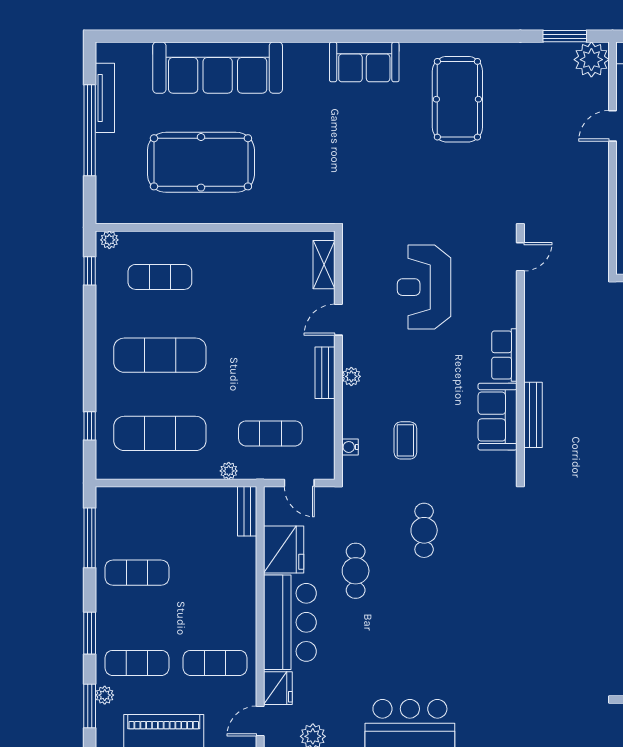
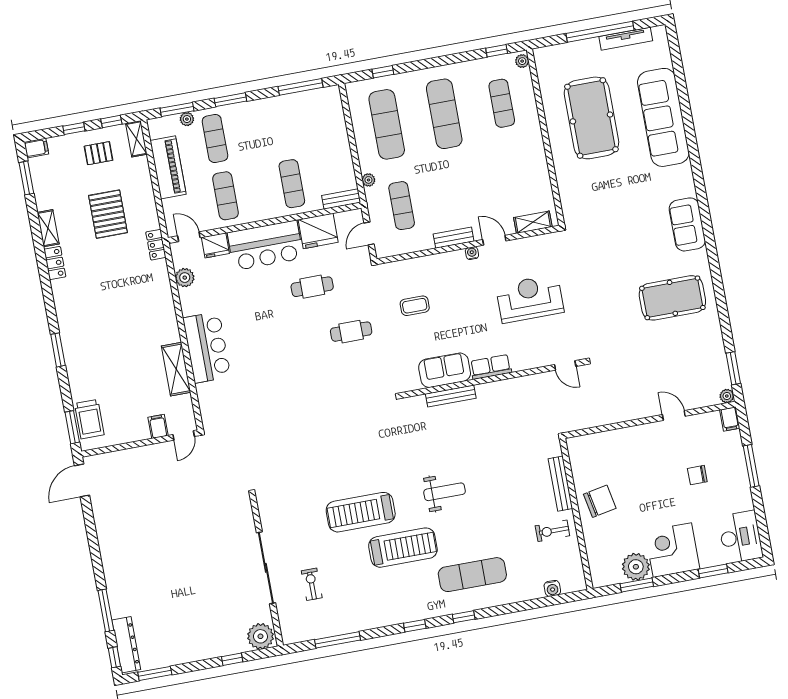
plant: (591, 60) -> (727, 396), width x0.53, depth x0.53
plant: (351, 376) -> (454, 257), removed
water cooler: (350, 447) -> (472, 253), moved
exercise mat: (137, 573) -> (292, 184), moved

